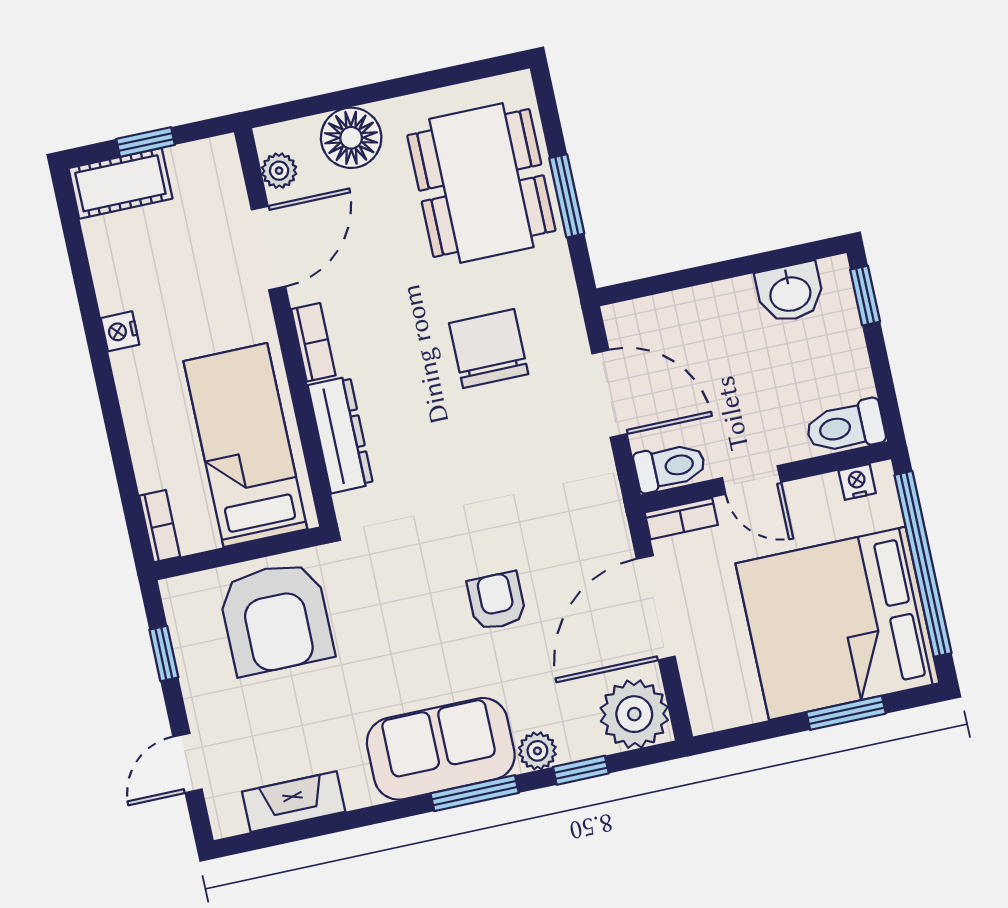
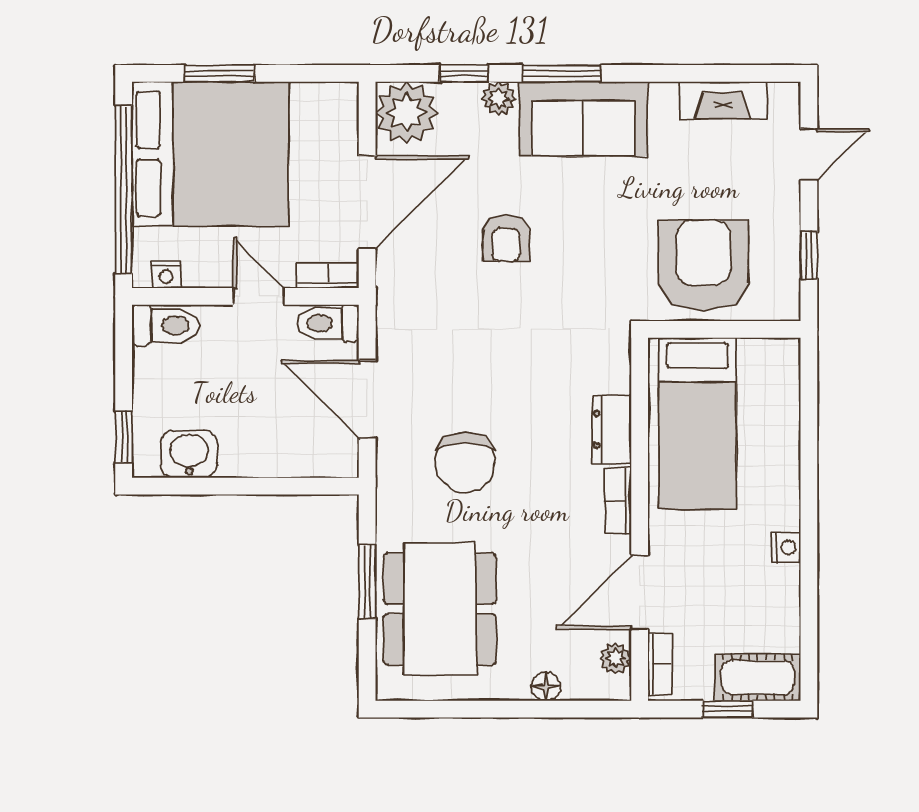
floor lamp: (351, 138) -> (546, 686), width x0.53, depth x0.53
dresser: (340, 435) -> (612, 429), width x0.70
bookcase: (160, 526) -> (660, 664), moved, turned 180

